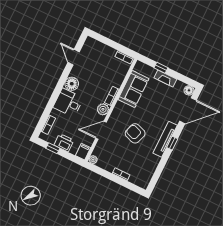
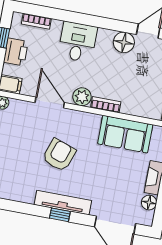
floor lamp: (72, 84) -> (124, 42), moved
floor lamp: (189, 90) -> (149, 203), moved

